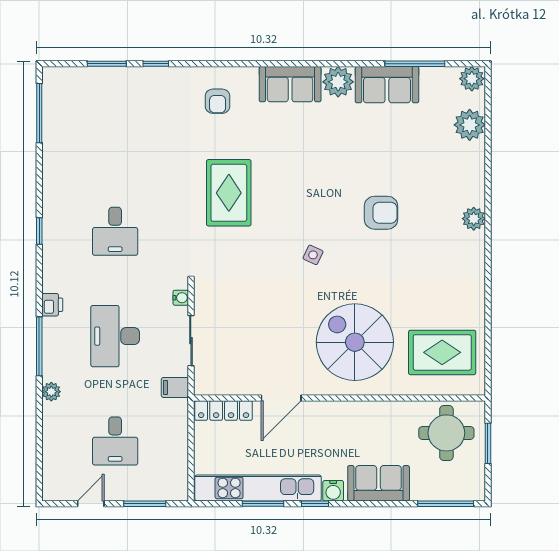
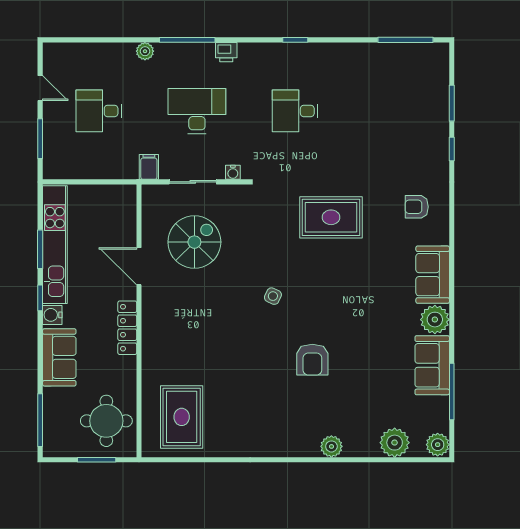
plant: (474, 219) -> (331, 446), moved
spiral stairs: (355, 342) -> (194, 242), moved, width x0.73, depth x0.73
locker: (224, 411) -> (127, 328), moved

